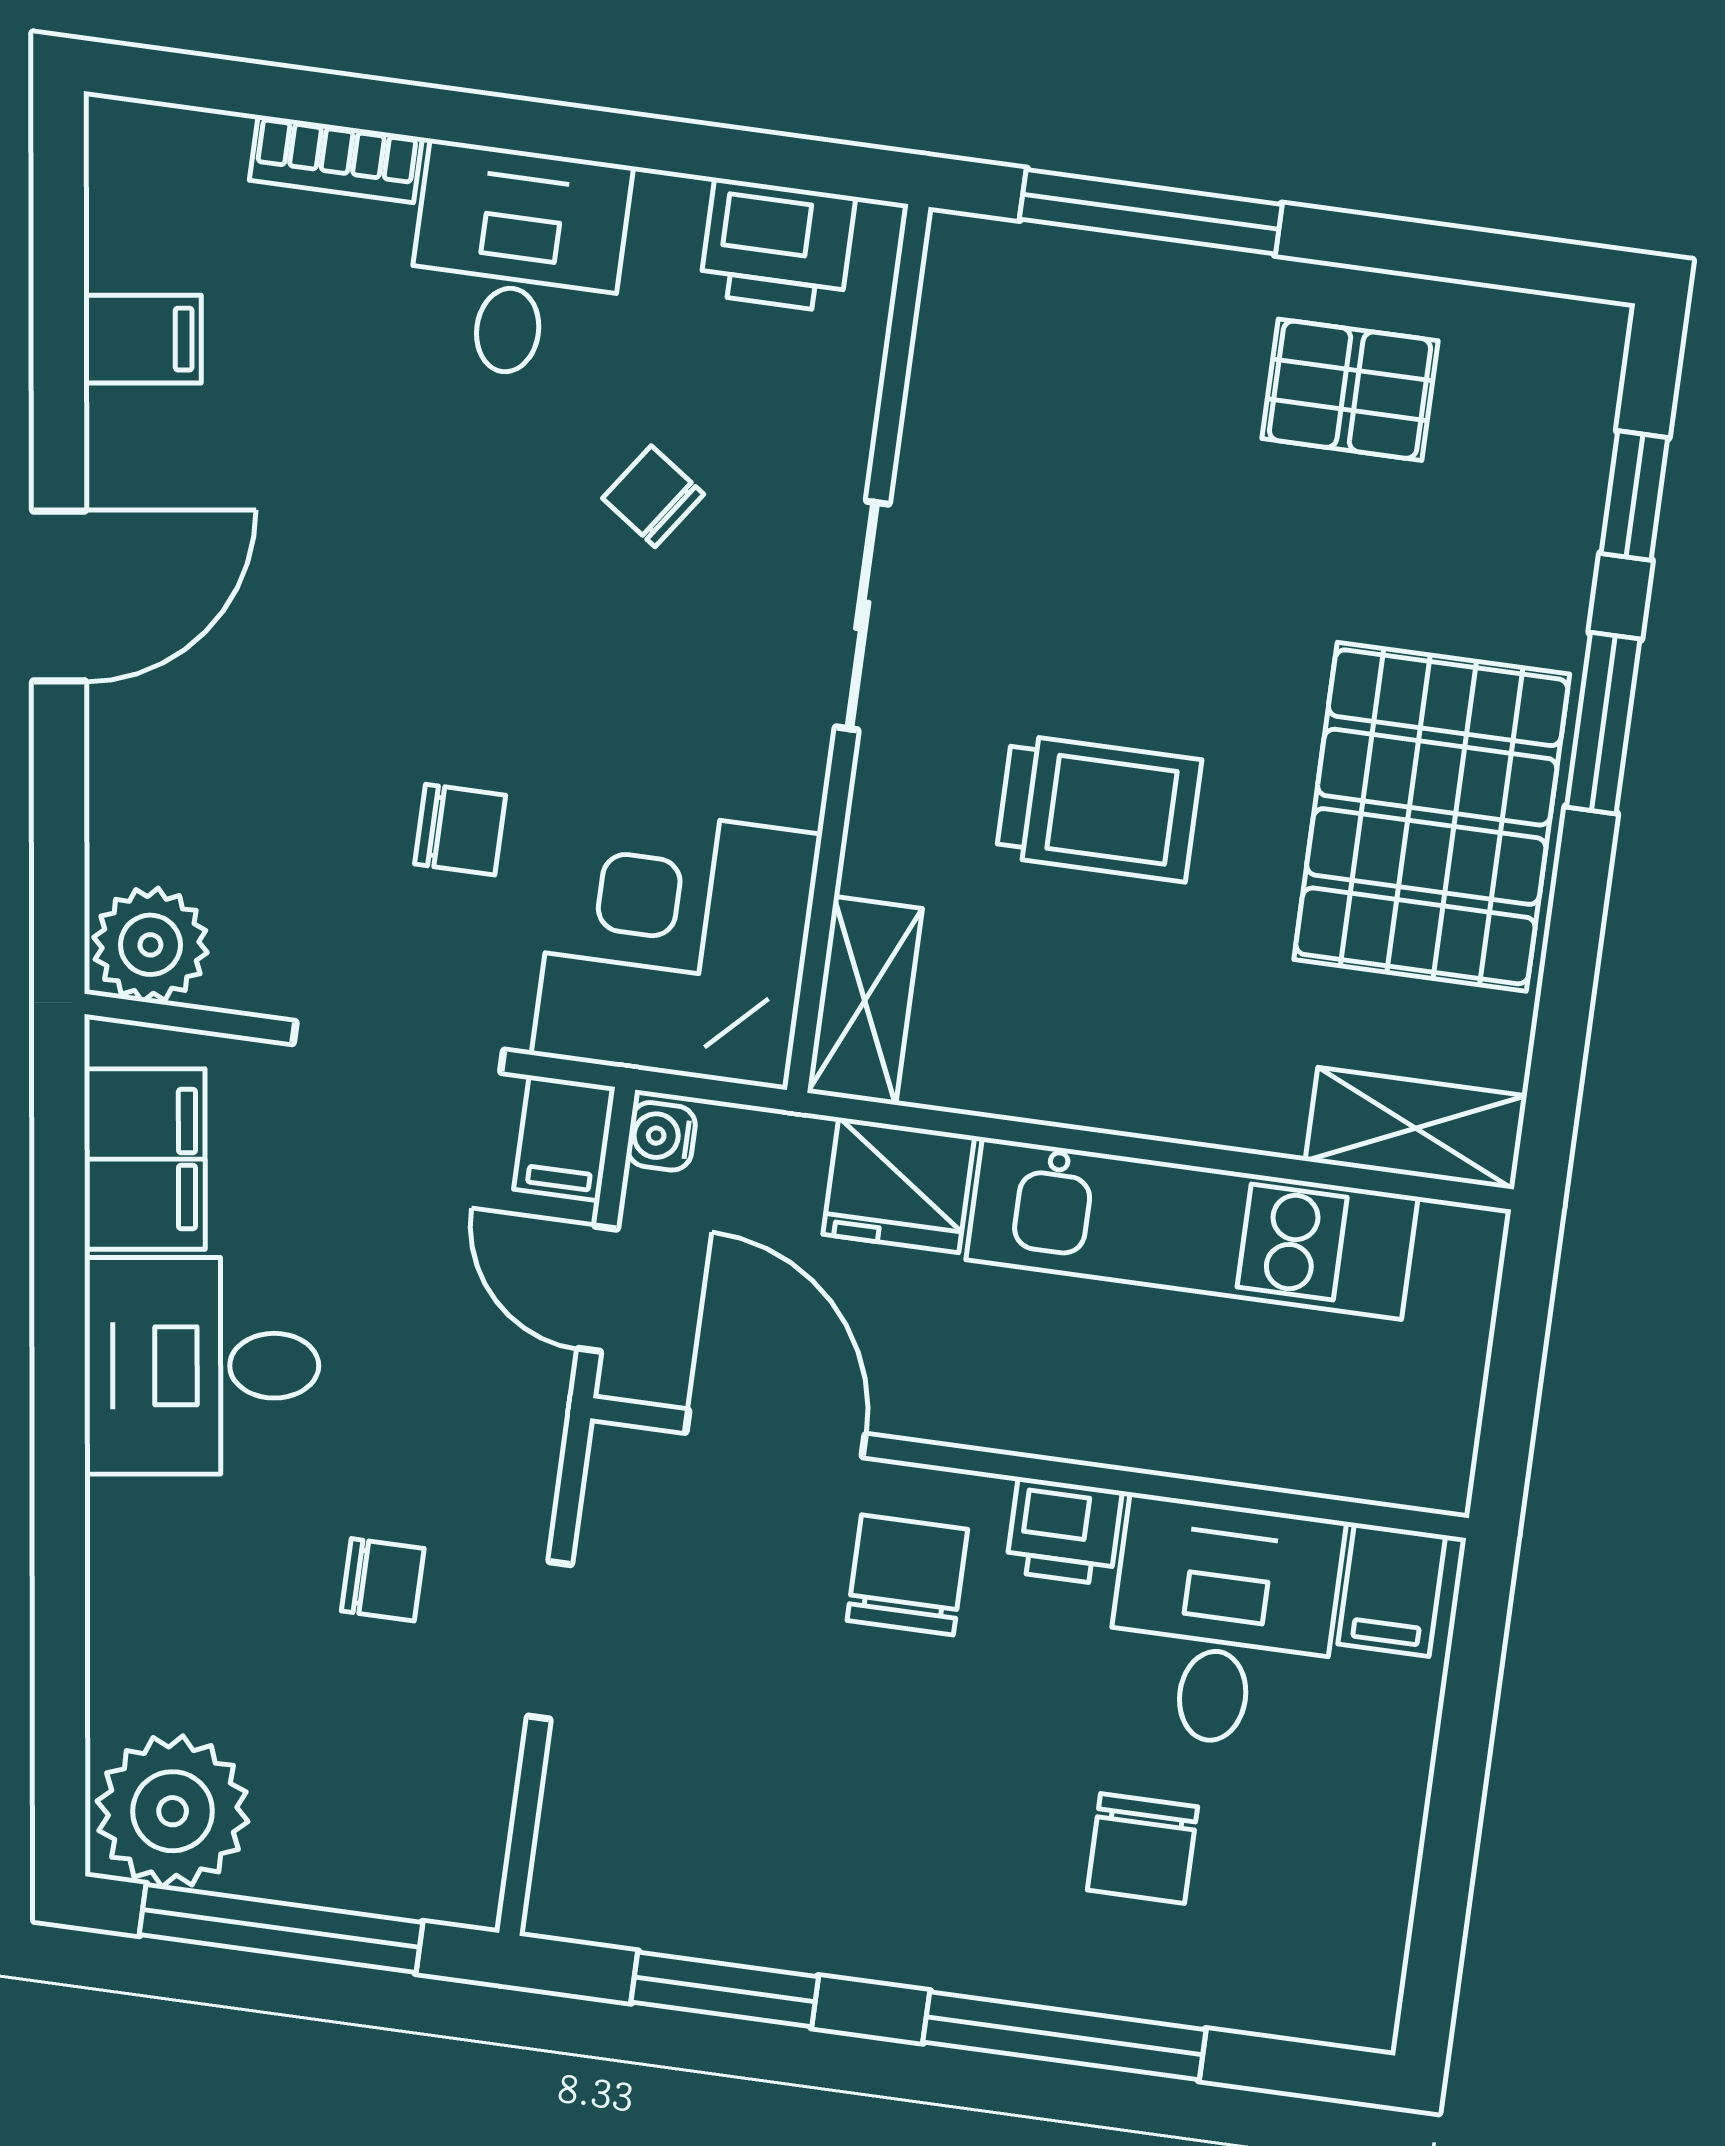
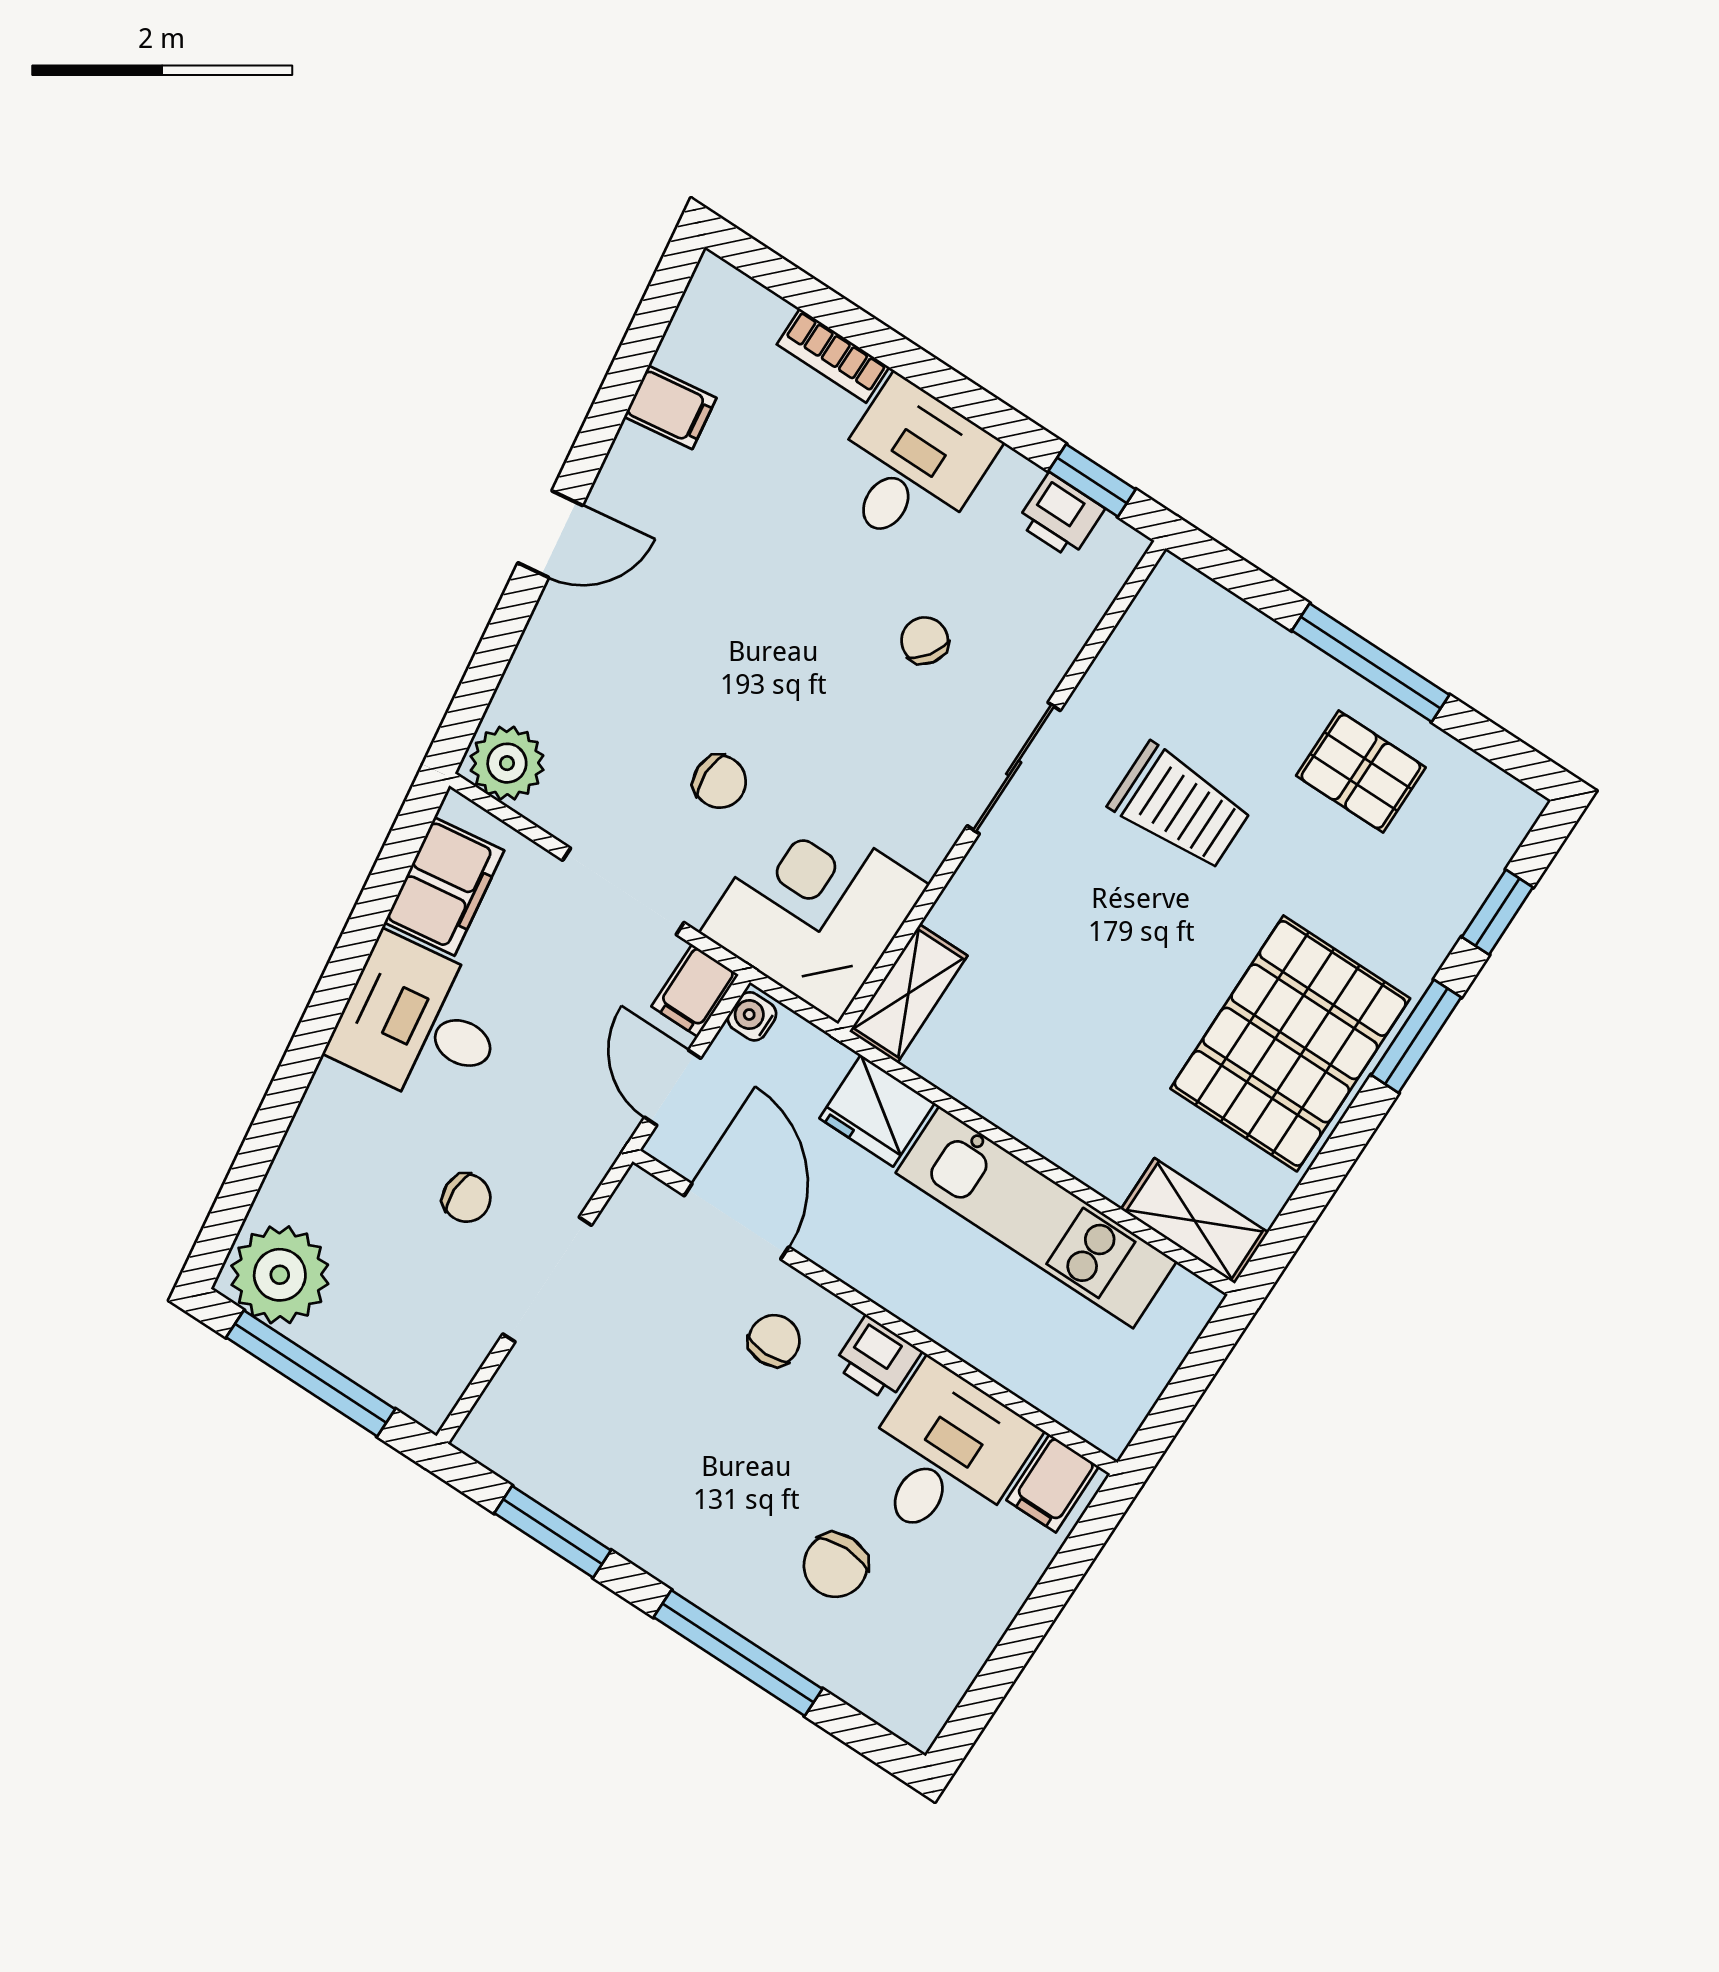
window: (781, 161) -> (1092, 480), added
window: (1151, 212) -> (1371, 663), moved
printer: (777, 245) -> (1060, 516), width x0.73, depth x0.81
door: (59, 596) -> (550, 534), width x0.73
trolley: (1099, 808) -> (1180, 807), moved
chair: (907, 1575) -> (774, 1340), width x0.73, depth x0.73
doorway: (549, 1640) -> (547, 1280), width x1.38

